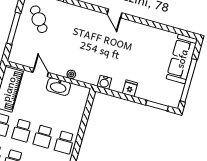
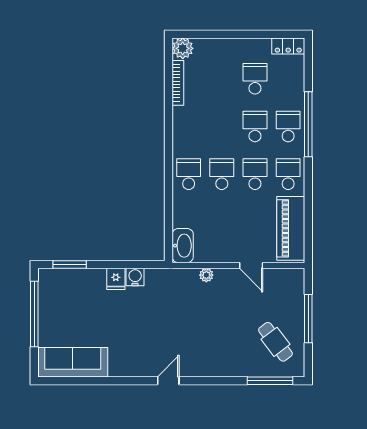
door: (115, 13) -> (168, 381), hinge flipped
sofa: (182, 59) -> (73, 362), moved, turned -90
water cooler: (104, 82) -> (135, 277), moved
washbasin: (58, 87) -> (183, 246), moved, turned 90

